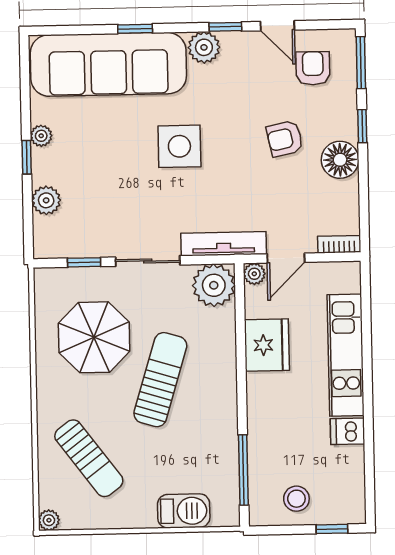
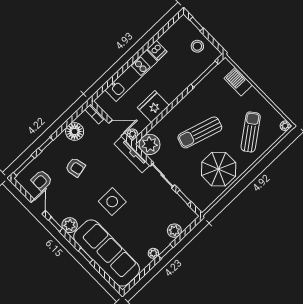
floor lamp: (340, 160) -> (75, 131), moved
parasol: (94, 337) -> (219, 169), moved

